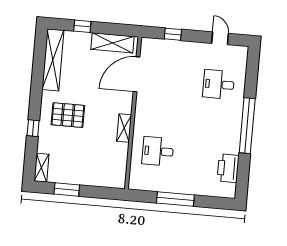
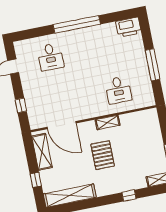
pallet: (68, 115) -> (103, 155), moved
printer: (228, 168) -> (129, 27), moved

